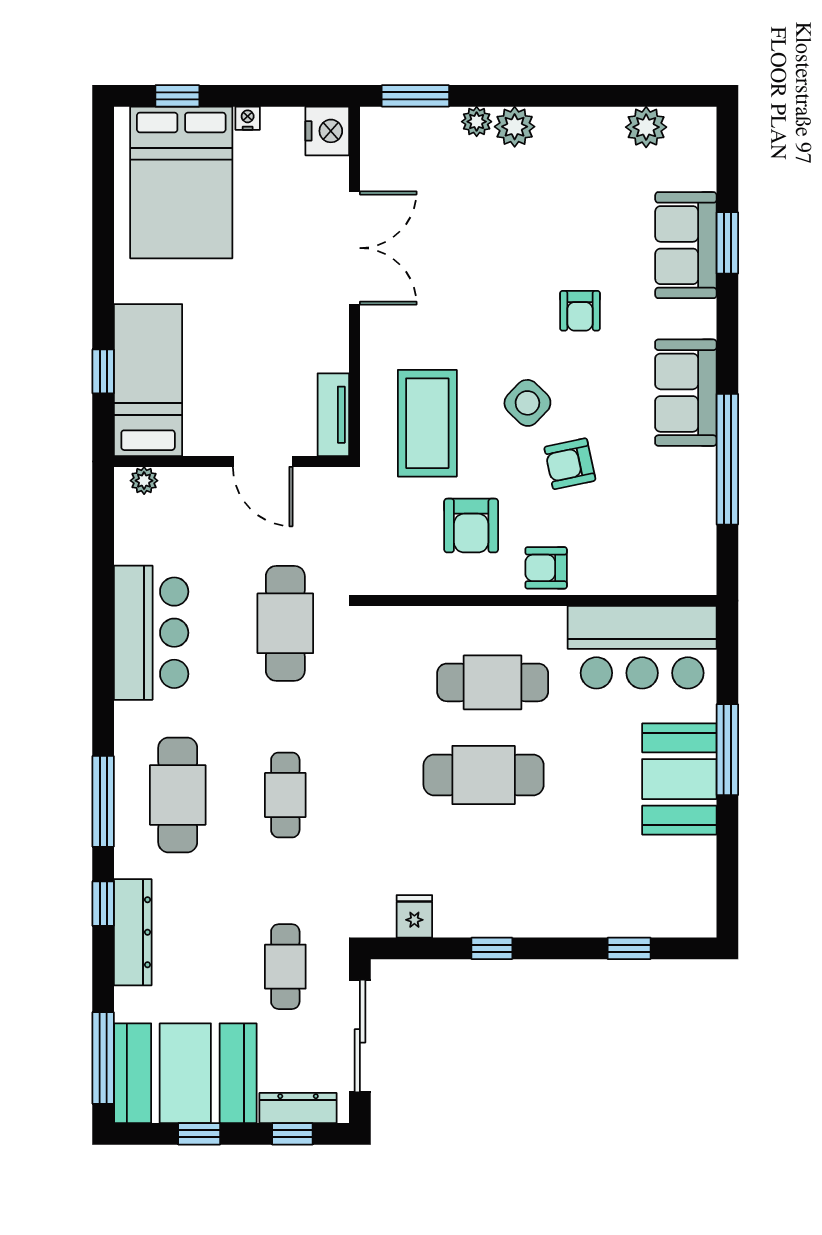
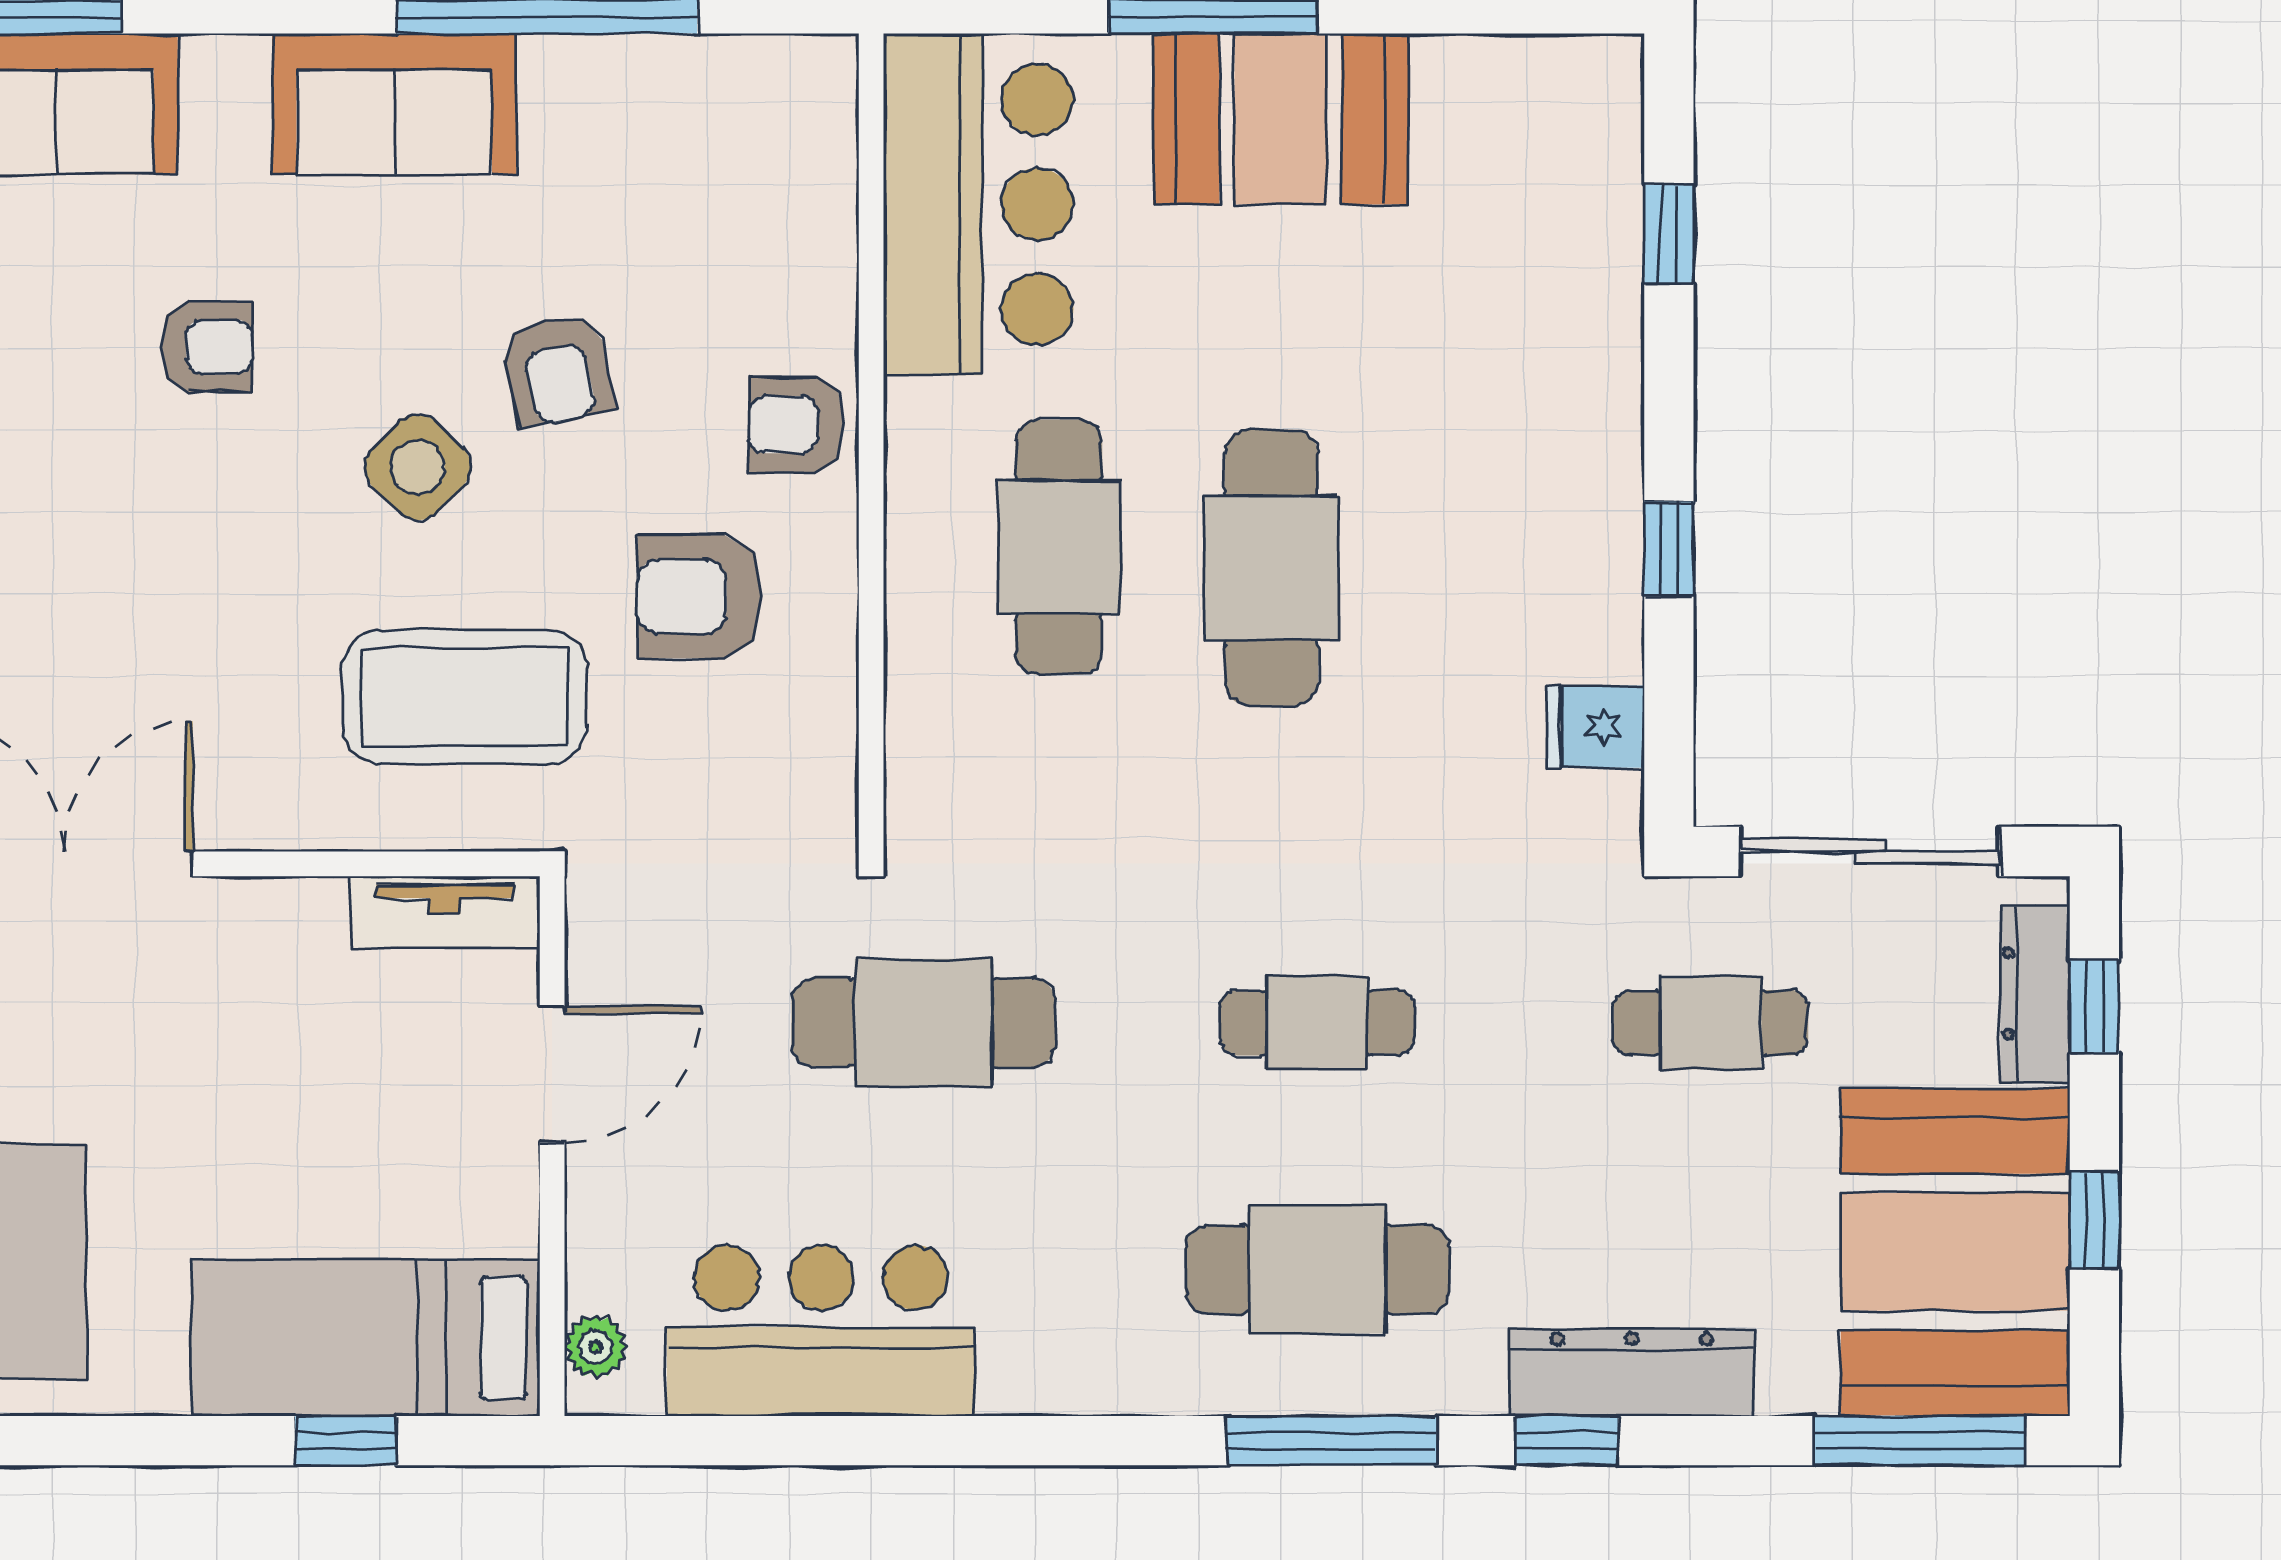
armchair: (471, 526) -> (699, 596), turned 180
armchair: (546, 568) -> (796, 425), turned 90
bar counter: (151, 633) -> (821, 1331), moved

